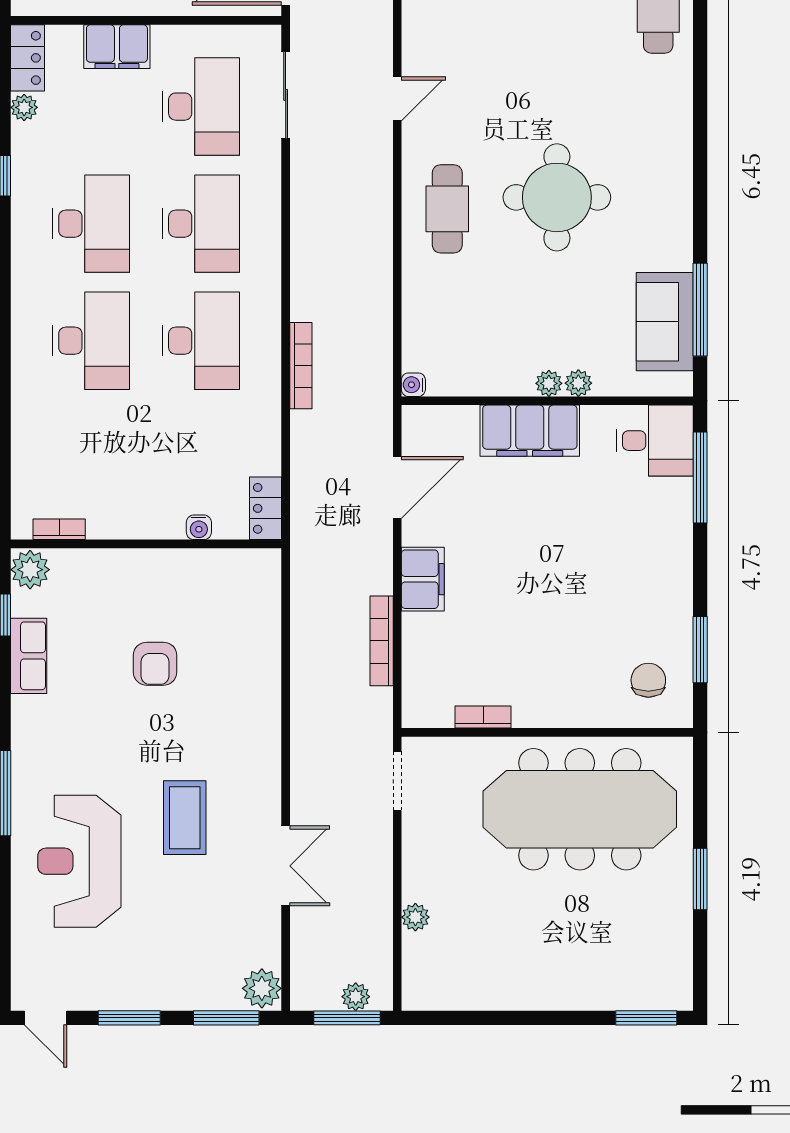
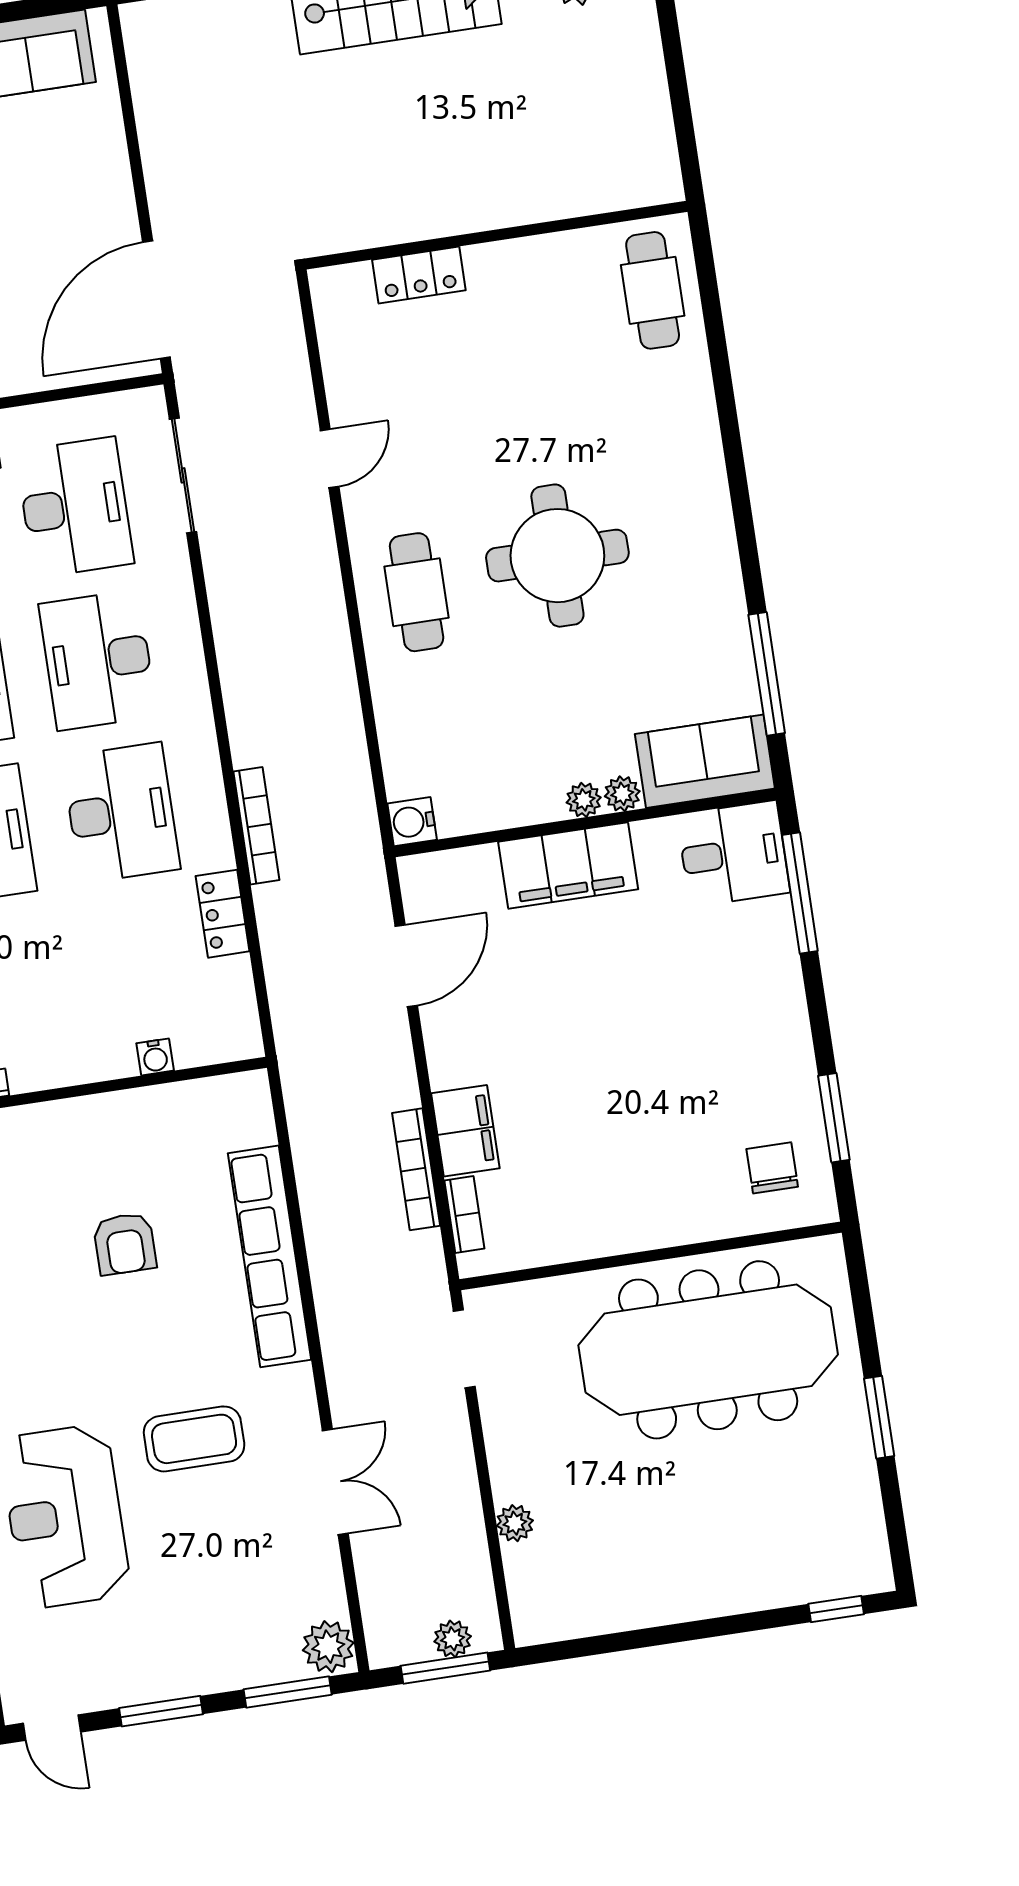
desk: (201, 224) -> (98, 660), turned 180
sofa: (665, 322) -> (705, 761), moved, turned 90
water cooler: (413, 385) -> (412, 822), width x1.38, depth x1.38
locker: (266, 508) -> (223, 914), moved
filing cabinet: (423, 579) -> (465, 1131), moved
row of seats: (262, 690) -> (270, 1256), added
bookcase: (483, 717) -> (464, 1215), moved, turned 90
coffee table: (185, 818) -> (194, 1439), turned 90
window: (646, 1018) -> (836, 1609), width x0.67

